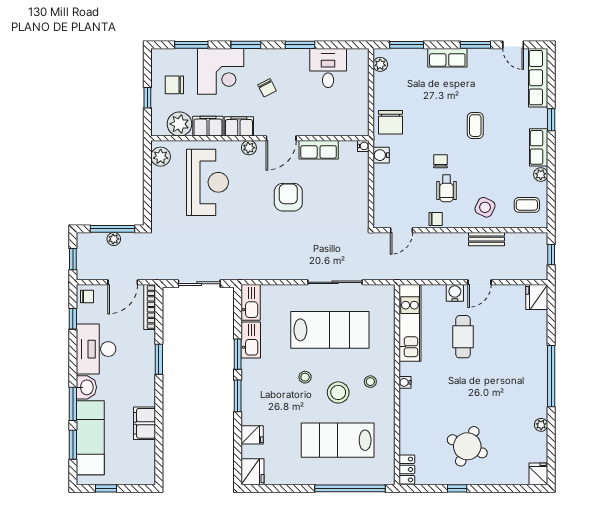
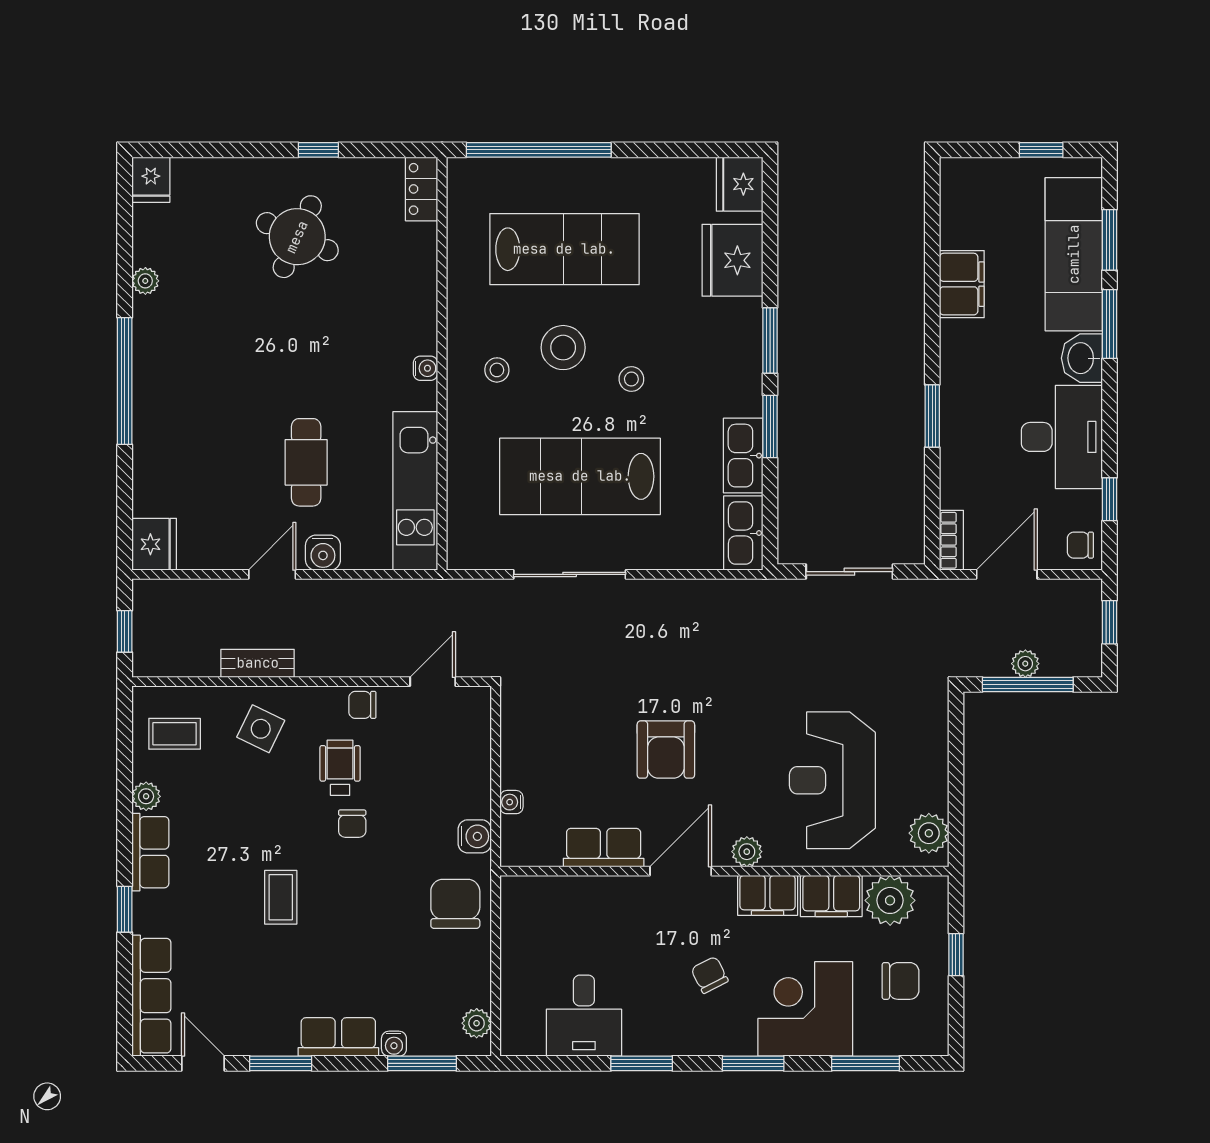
water cooler: (420, 54) -> (394, 1044), added
water cooler: (363, 146) -> (511, 802), moved
bookcase: (150, 307) -> (951, 540), width x0.64
fridge: (252, 435) -> (732, 260), width x1.88, depth x1.34

